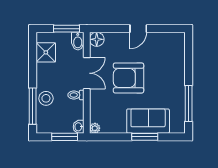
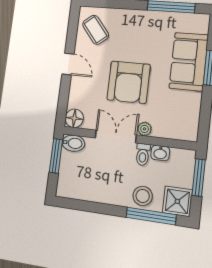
coffee table: (167, 47) -> (96, 30), added
shower: (46, 52) -> (177, 201), moved
washbasin: (79, 127) -> (160, 153), moved
plant: (95, 128) -> (145, 129), moved

